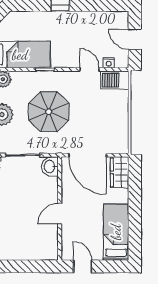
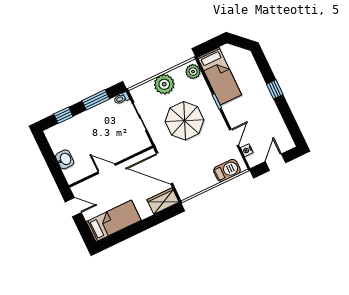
barbecue: (115, 80) -> (227, 170), moved, turned 90
door: (87, 155) -> (164, 168), hinge flipped
washbasin: (50, 166) -> (65, 159), moved, turned 90
door: (83, 266) -> (73, 207), hinge flipped

